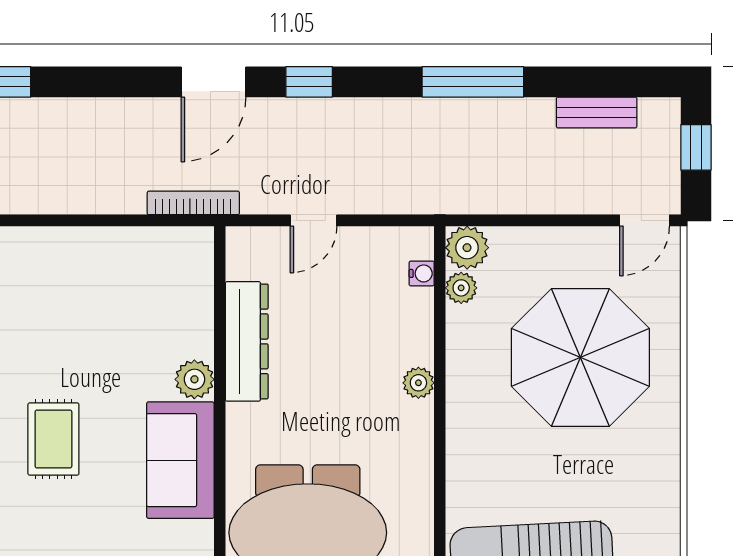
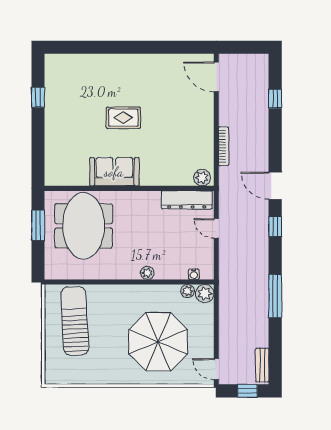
bench: (597, 112) -> (262, 365), moved
bookcase: (193, 203) -> (224, 146), moved
dresser: (247, 341) -> (187, 200), moved
plant: (194, 379) -> (202, 178), moved

